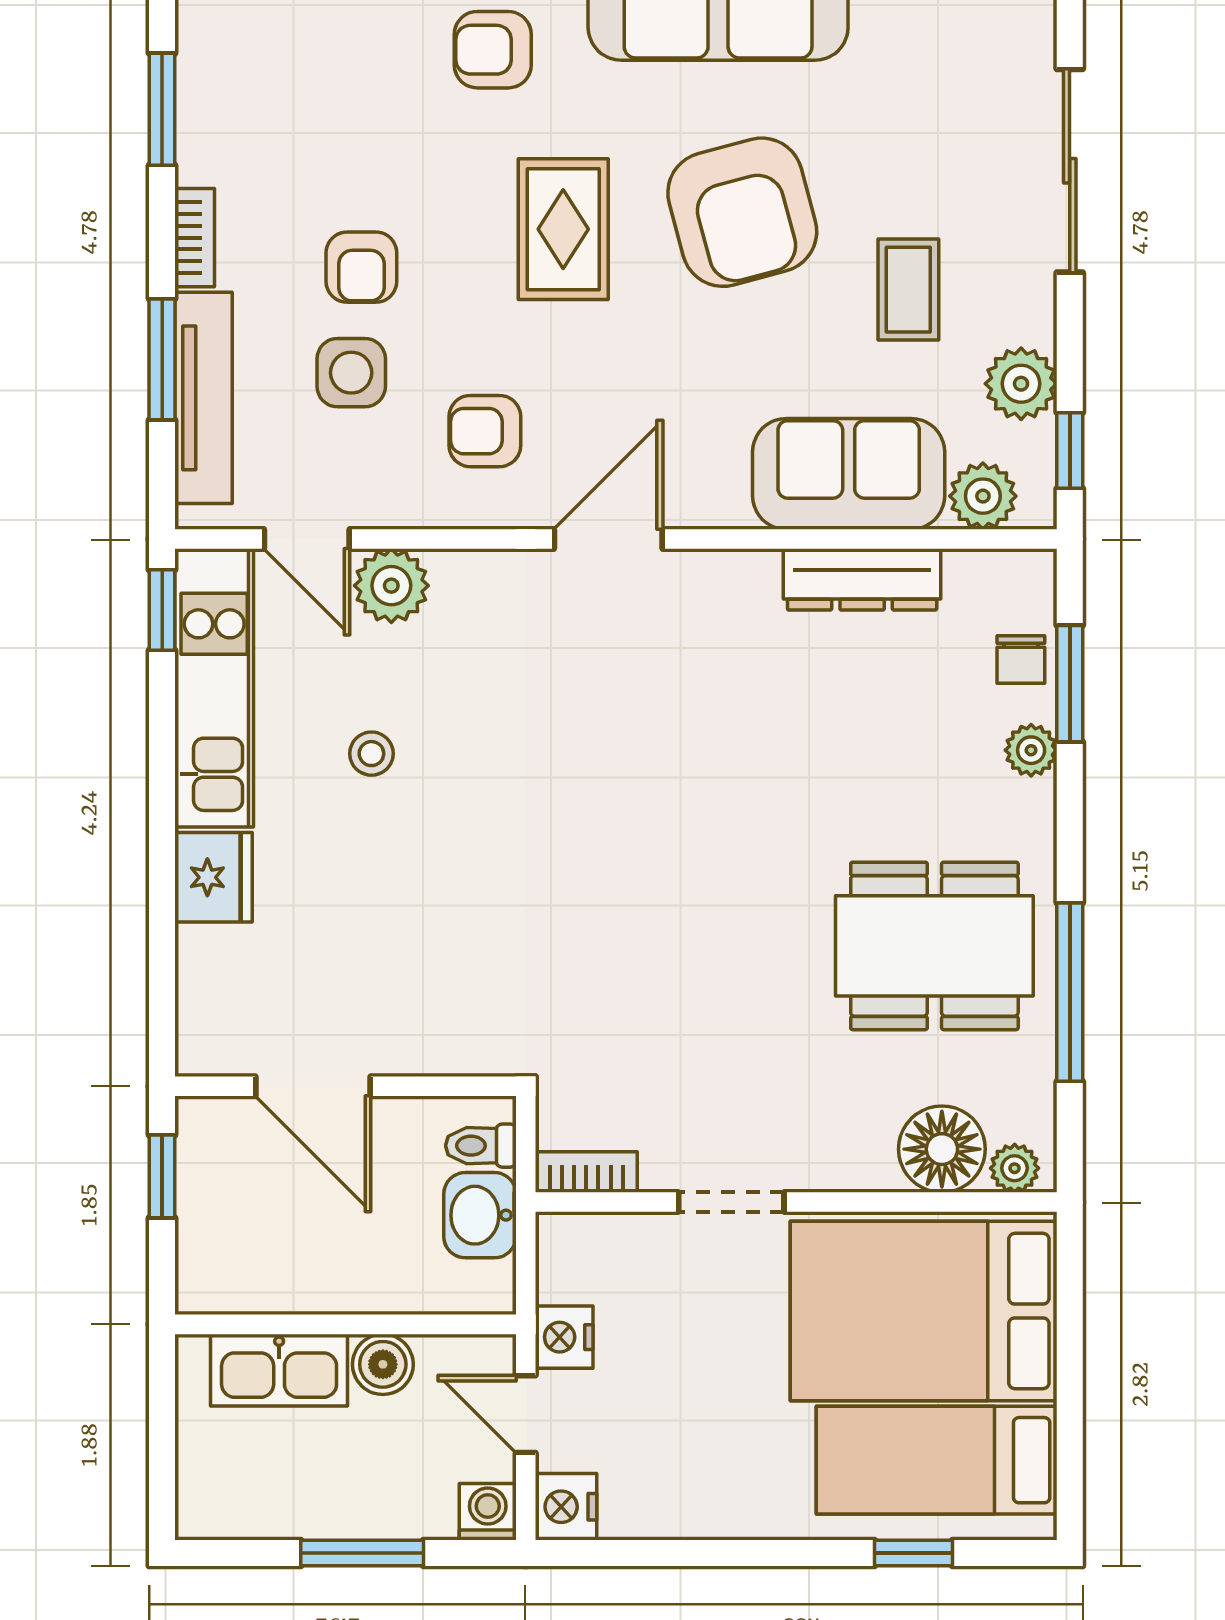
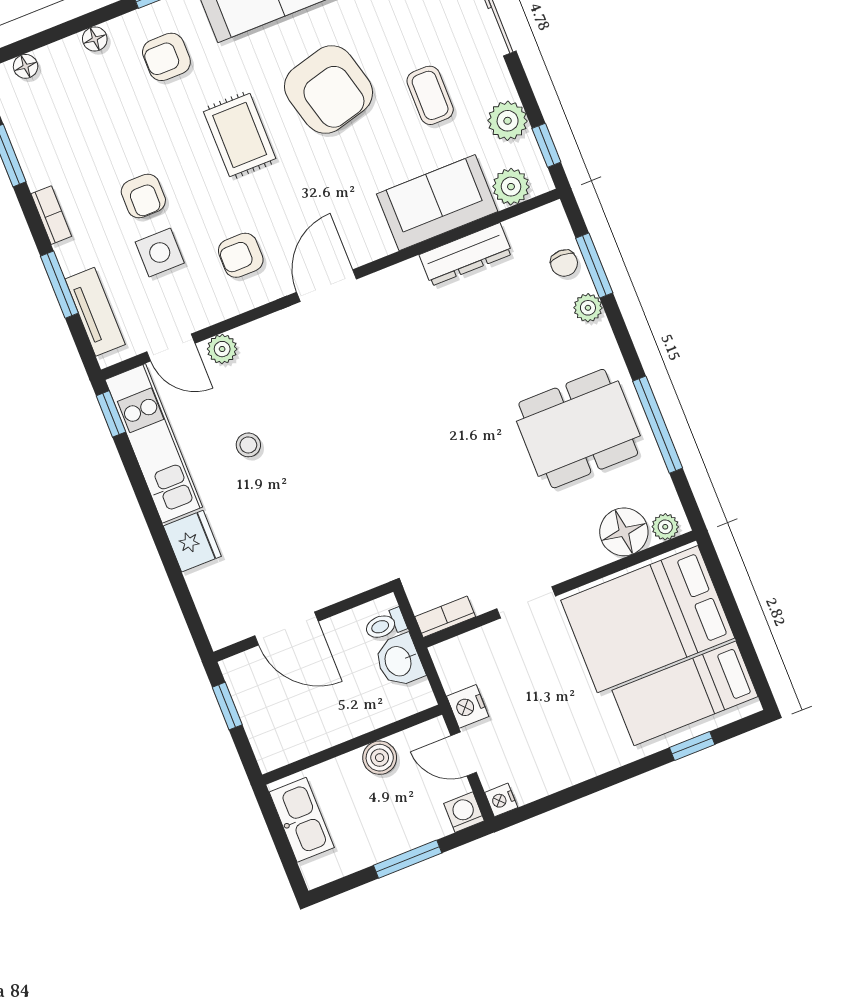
tv unit: (204, 398) -> (95, 312), width x0.71
plant: (391, 586) -> (222, 349), width x0.73, depth x0.73
kitchen sink: (279, 1370) -> (302, 820), moved, turned -90
nightstand: (566, 1507) -> (501, 800), width x0.72, depth x0.74

